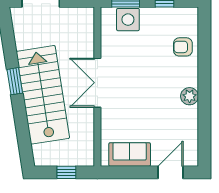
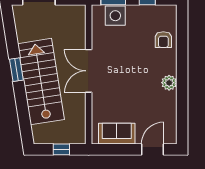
armchair: (183, 47) -> (163, 40), turned -90

